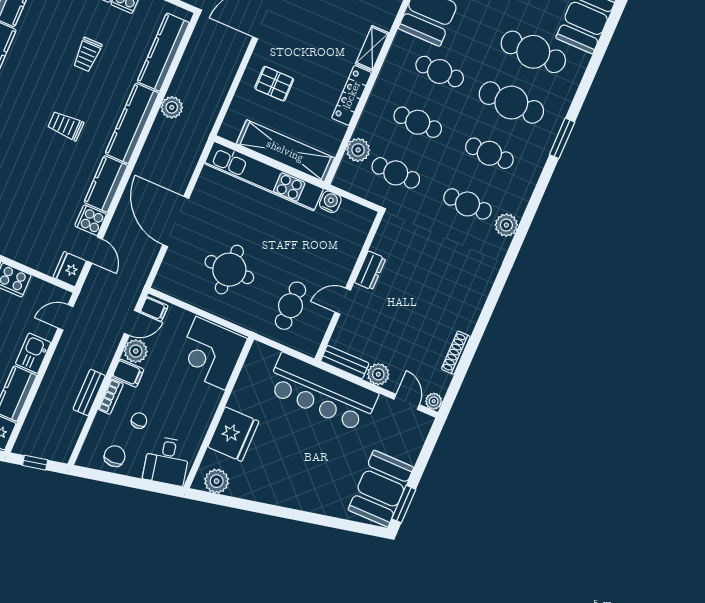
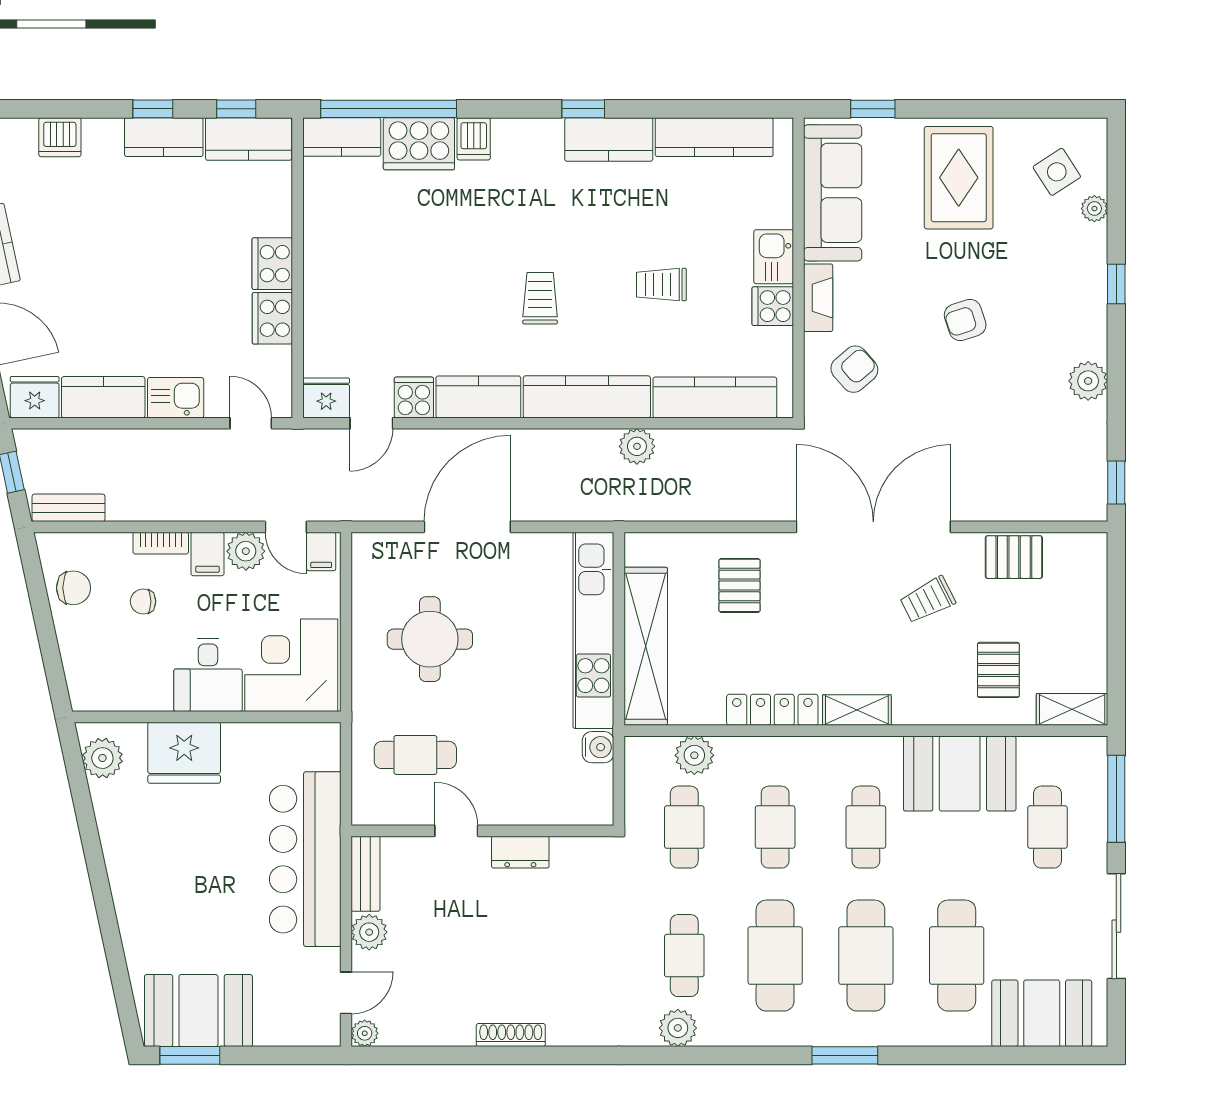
cafe table: (489, 153) -> (775, 956), width x1.37, depth x1.35
shoe rack: (456, 353) -> (511, 1035), moved
bench: (89, 392) -> (68, 508), moved
chair: (139, 421) -> (143, 601), turned 180
desk: (167, 461) -> (208, 675), moved, turned -78

